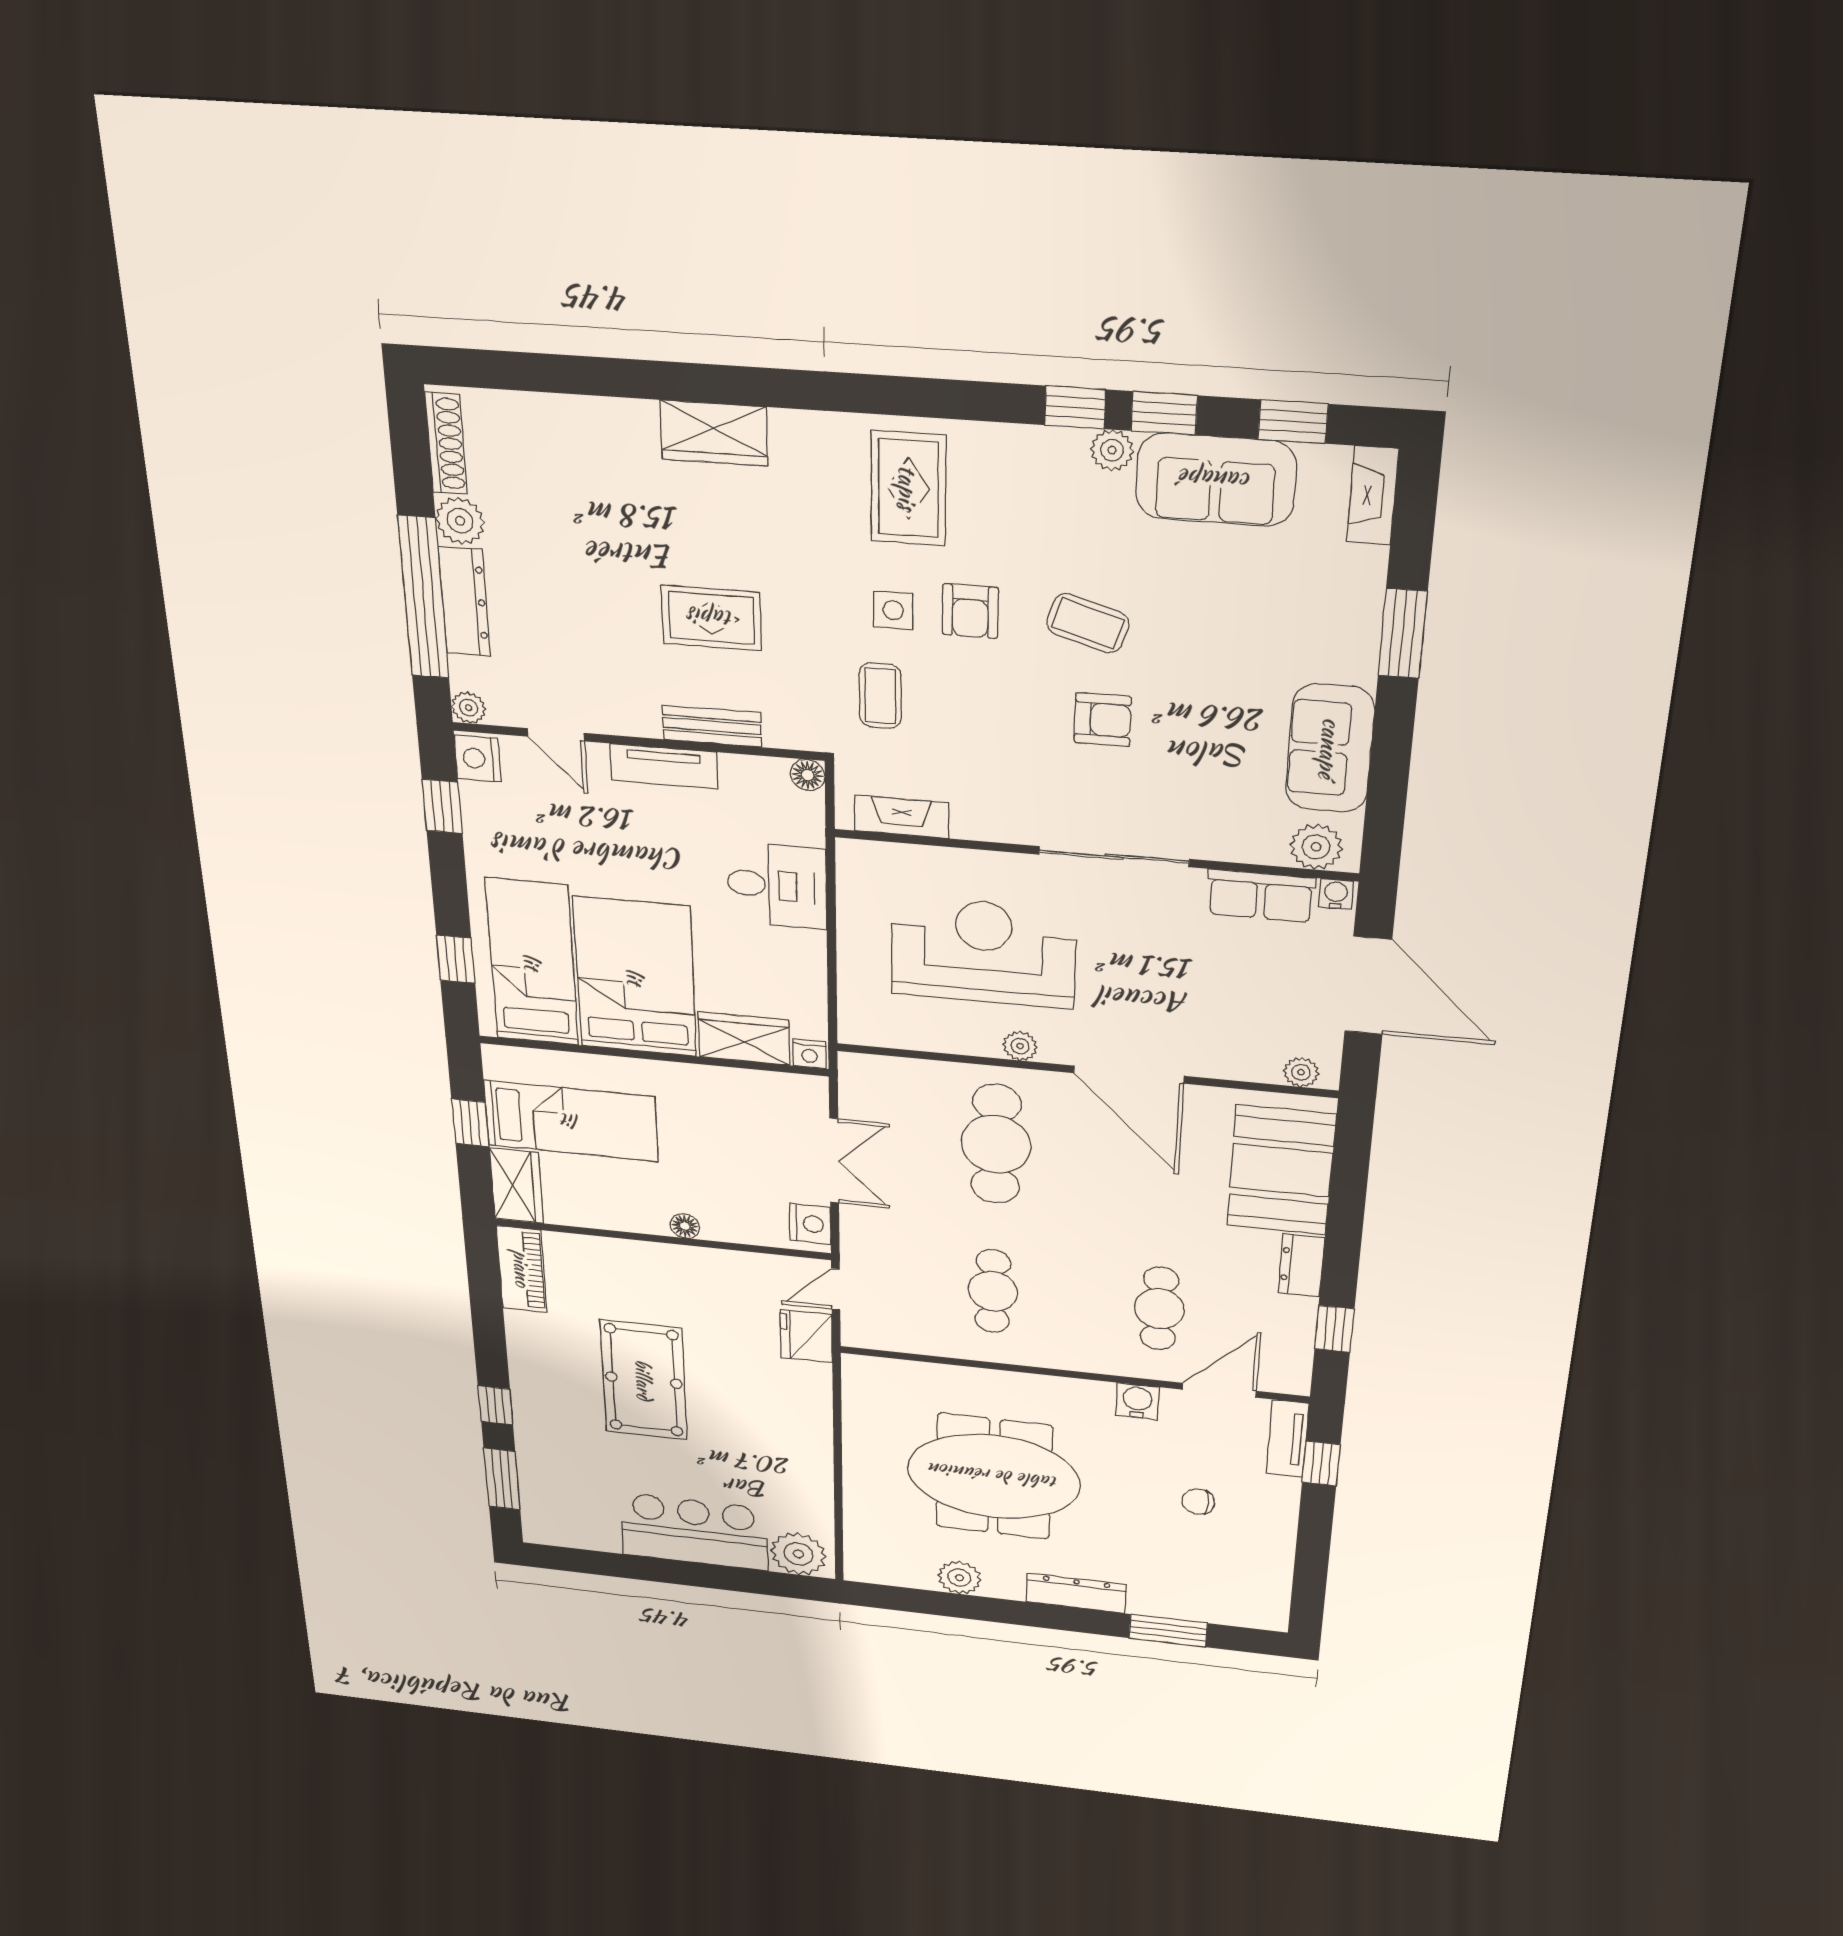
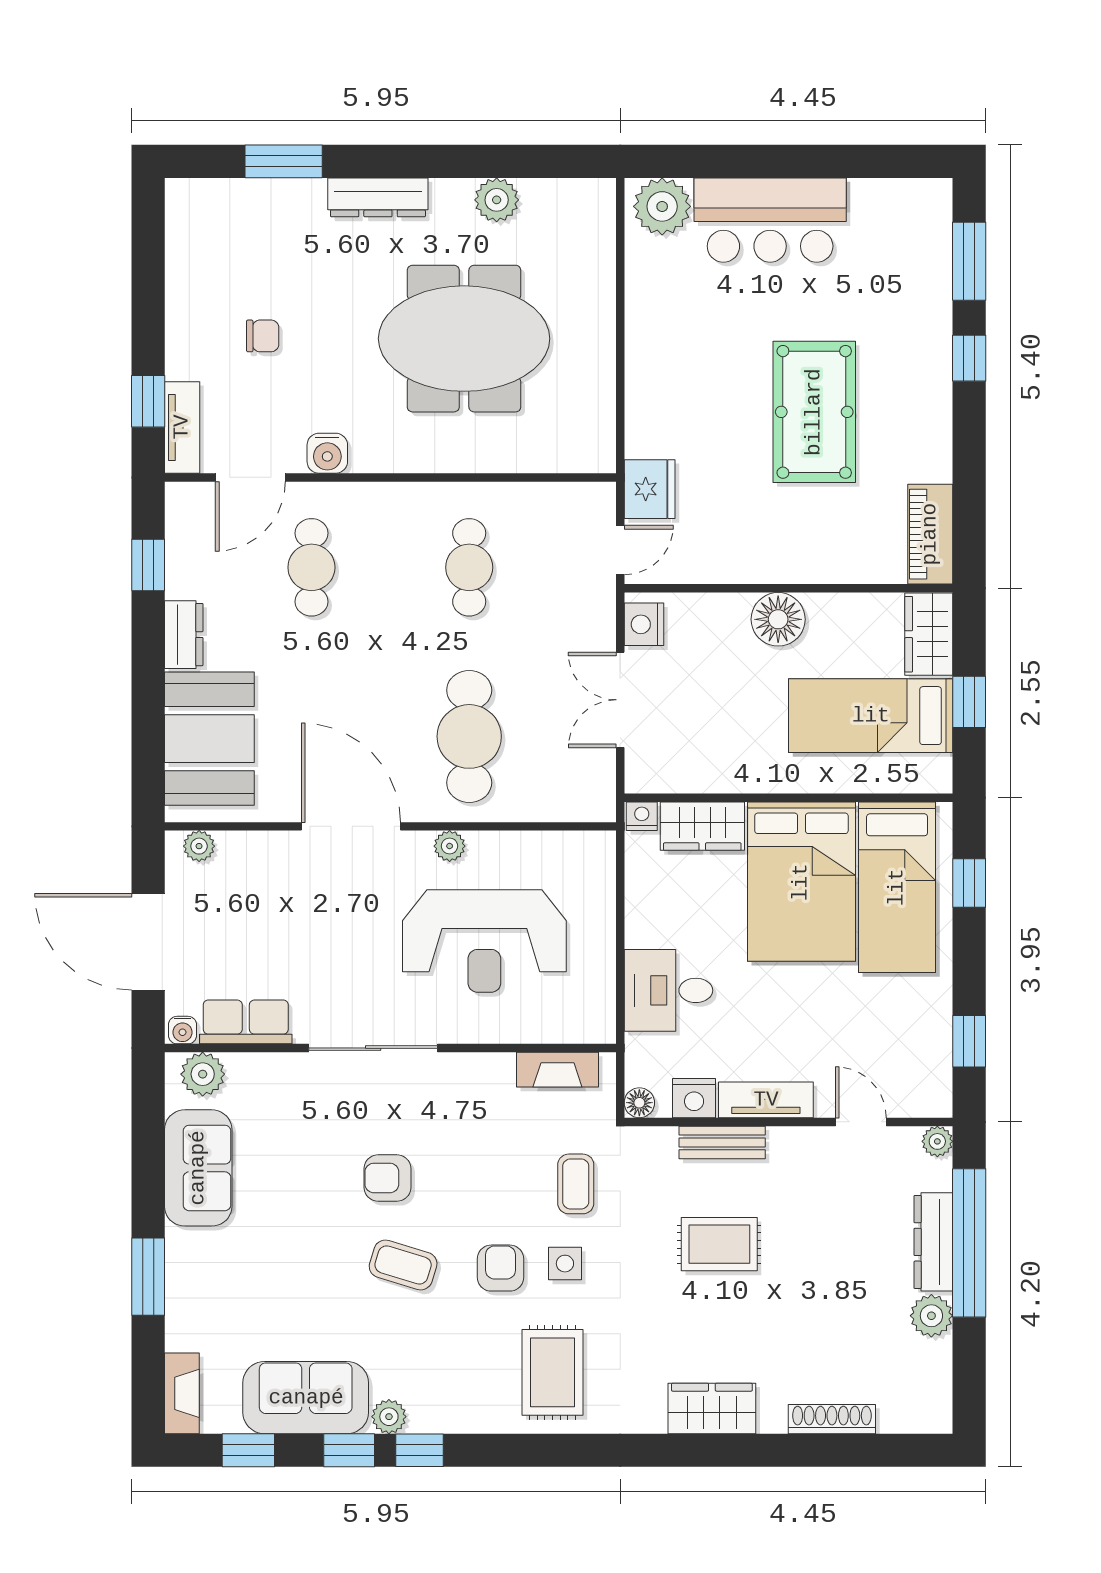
shoe rack: (446, 443) -> (832, 1419), moved, turned 90
nightstand: (478, 758) -> (694, 1098), moved, turned 90
floor lamp: (685, 1226) -> (778, 619), width x1.89, depth x1.89

